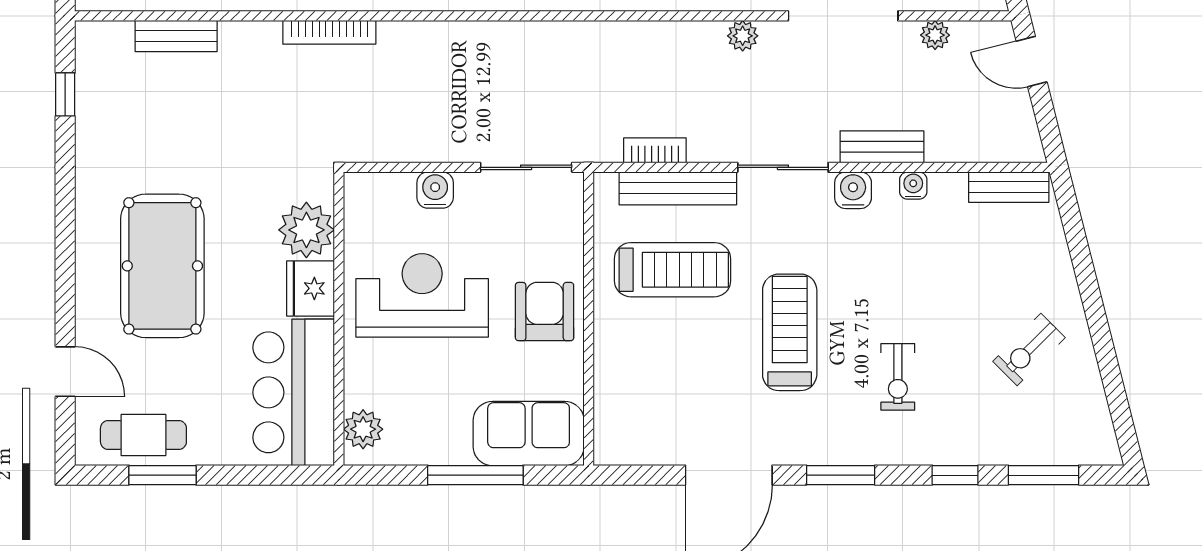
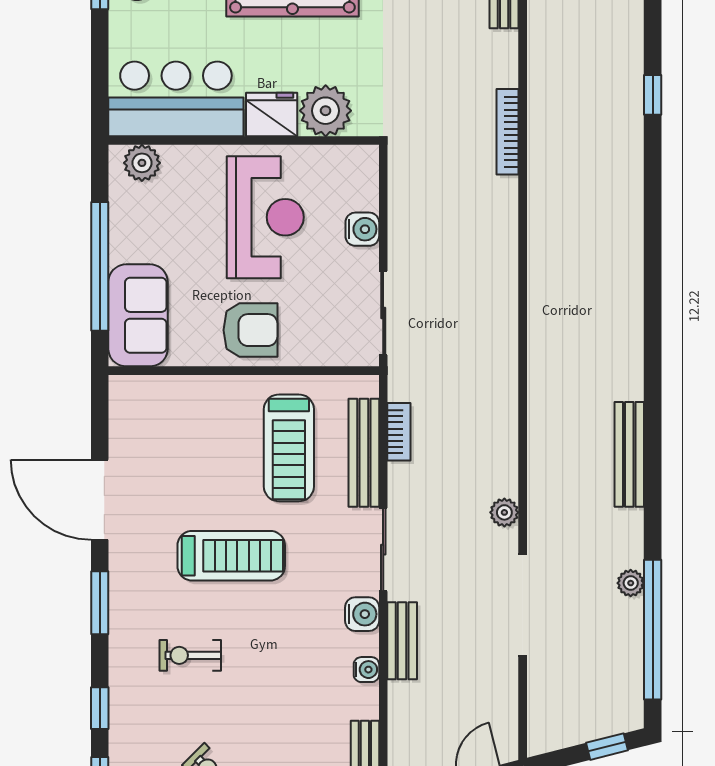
plant: (935, 35) -> (505, 690), removed
window: (475, 475) -> (100, 266), width x1.46

